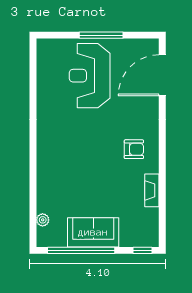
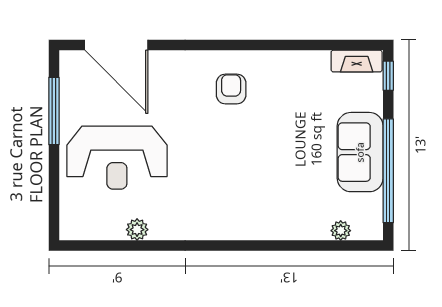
window: (101, 35) -> (54, 111), moved
plant: (43, 89) -> (137, 230), added
fireplace: (152, 190) -> (357, 61), moved

